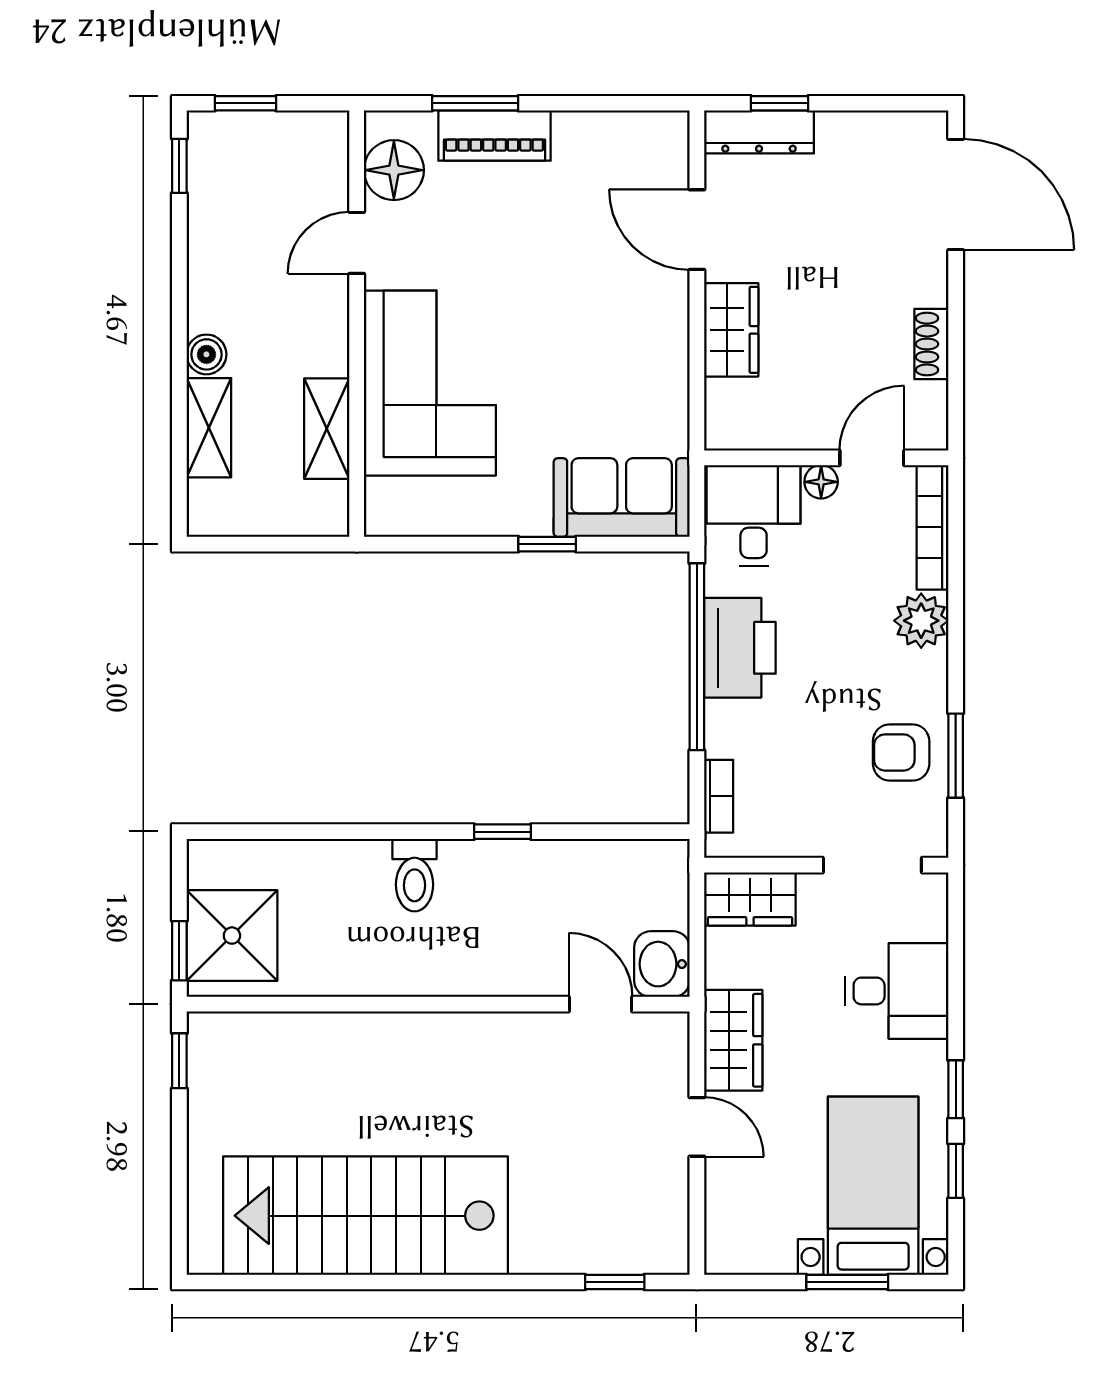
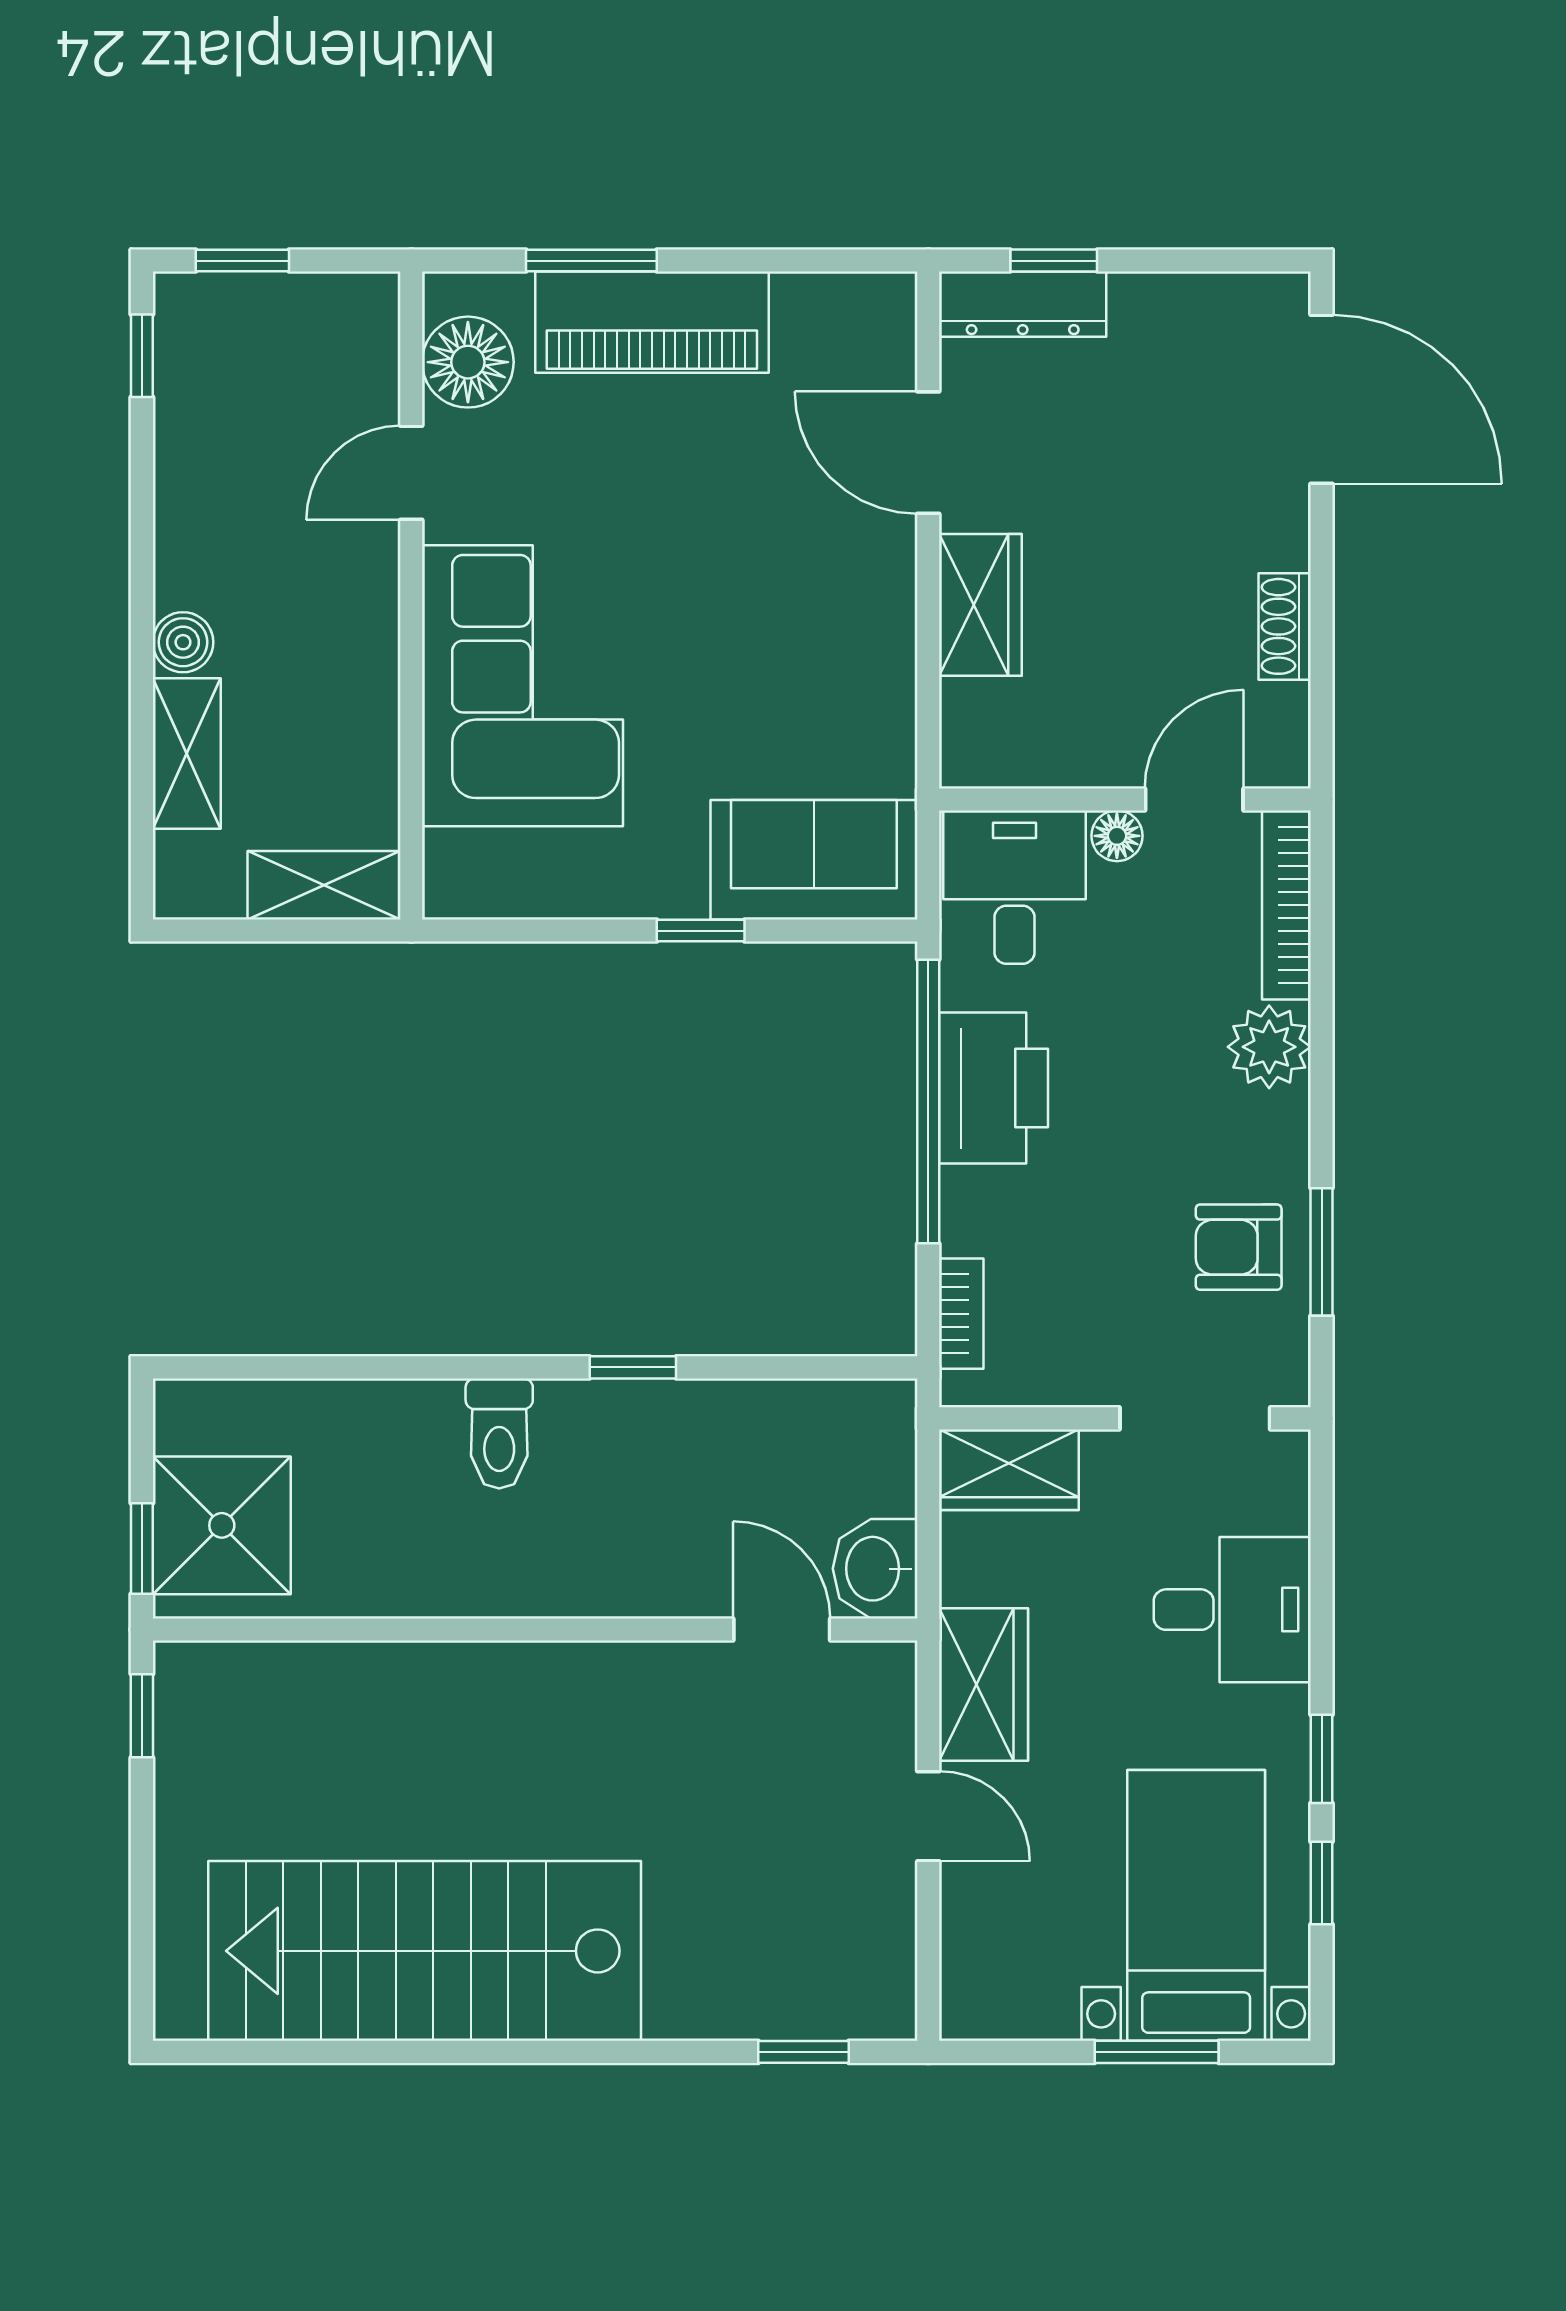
piano: (494, 136) -> (652, 322), width x1.37, depth x1.33
shelving: (327, 429) -> (324, 885), moved, turned 90

